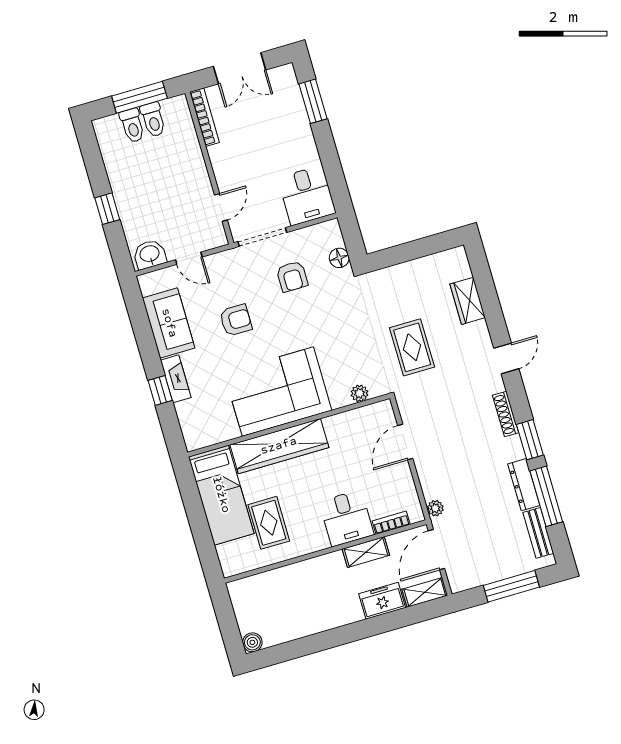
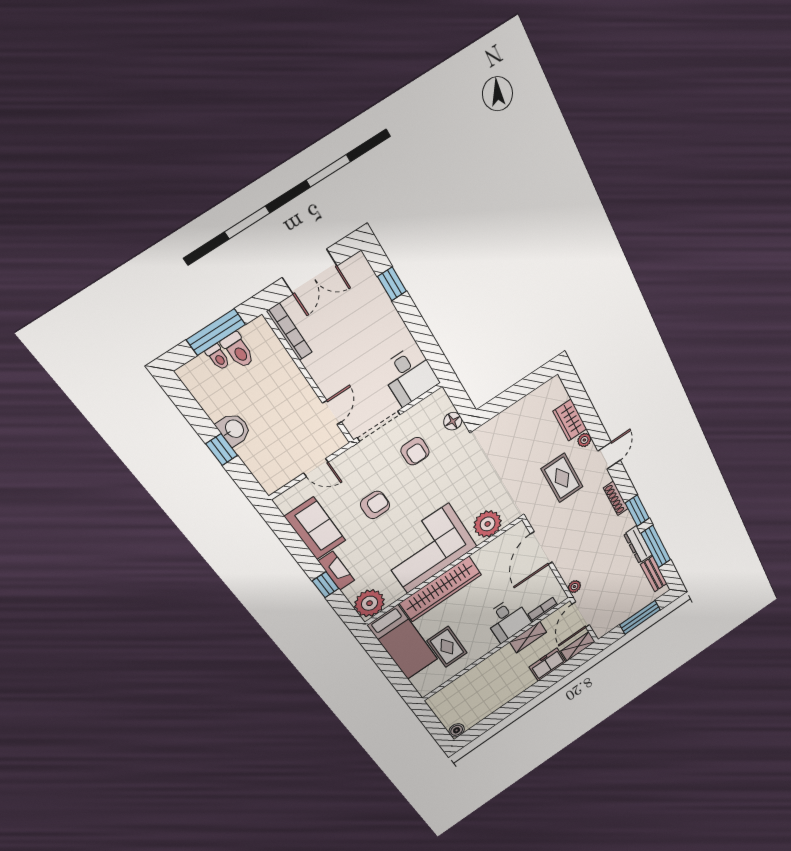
window: (313, 101) -> (392, 284), width x0.67
toilet: (132, 125) -> (218, 357), width x0.73, depth x0.72
washbasin: (150, 254) -> (234, 429), moved, turned 90
plant: (480, 330) -> (584, 440), added
rug: (412, 347) -> (562, 478), moved
plant: (359, 393) -> (488, 524), width x1.87, depth x1.87
plant: (199, 431) -> (370, 603), added
door: (405, 442) -> (541, 548), width x1.36

